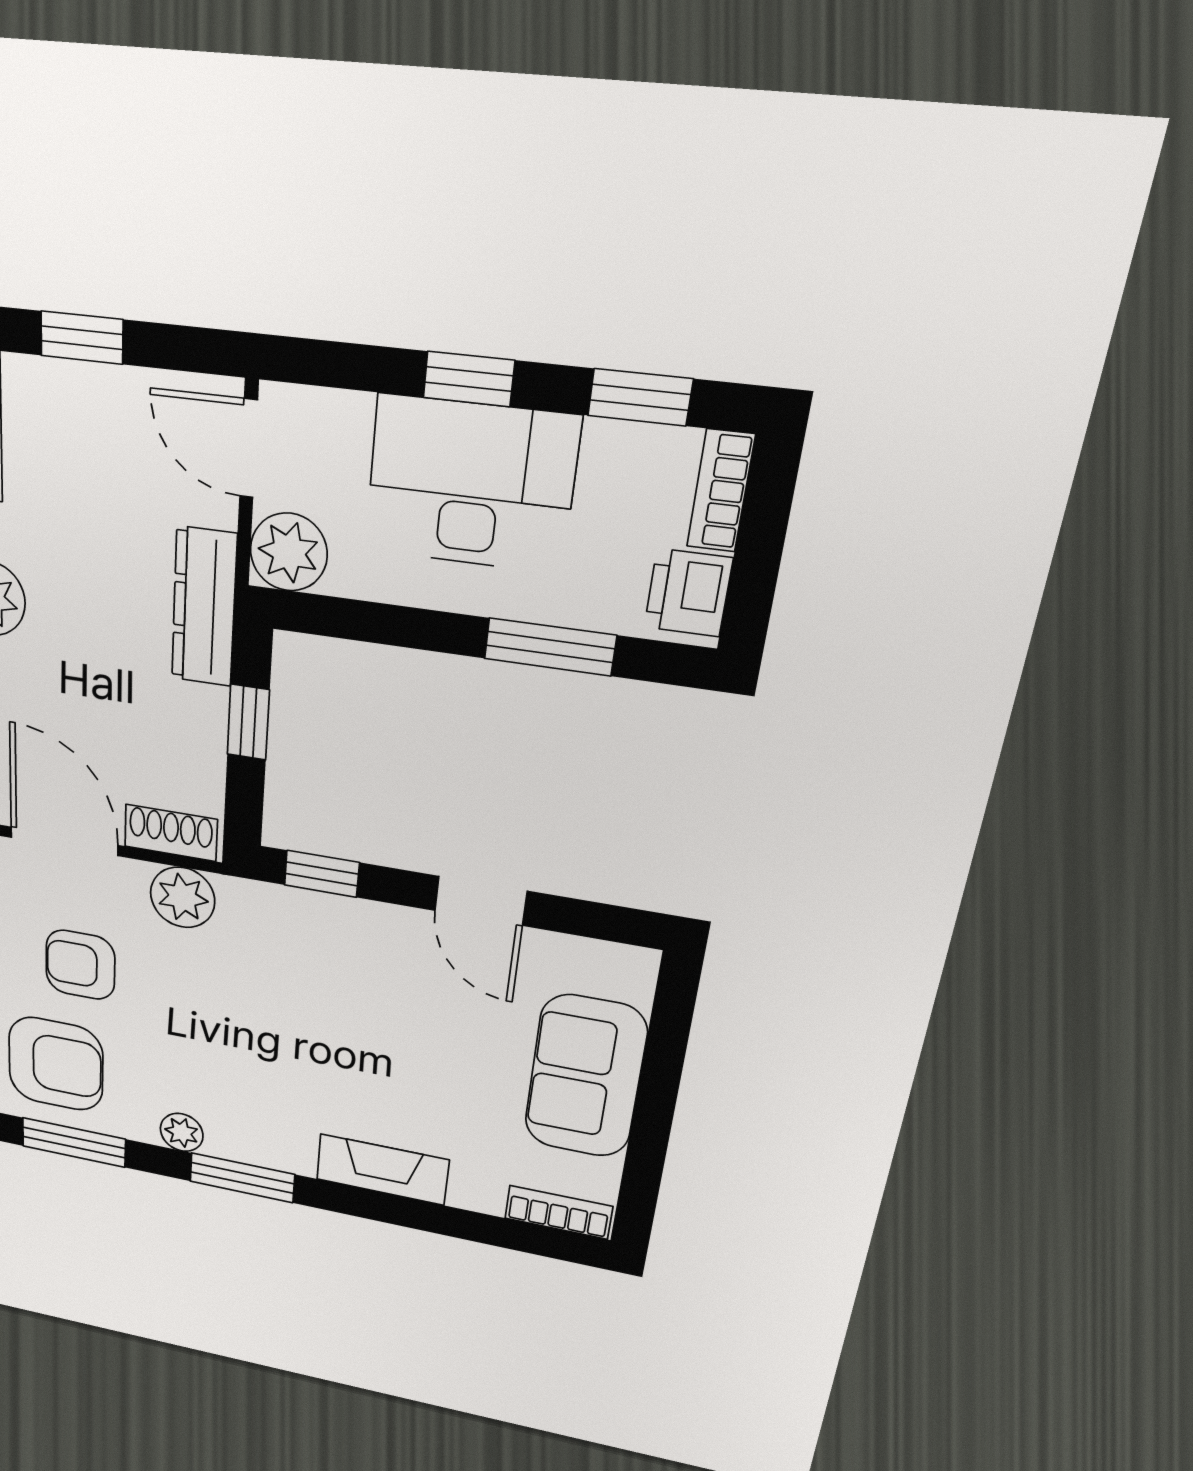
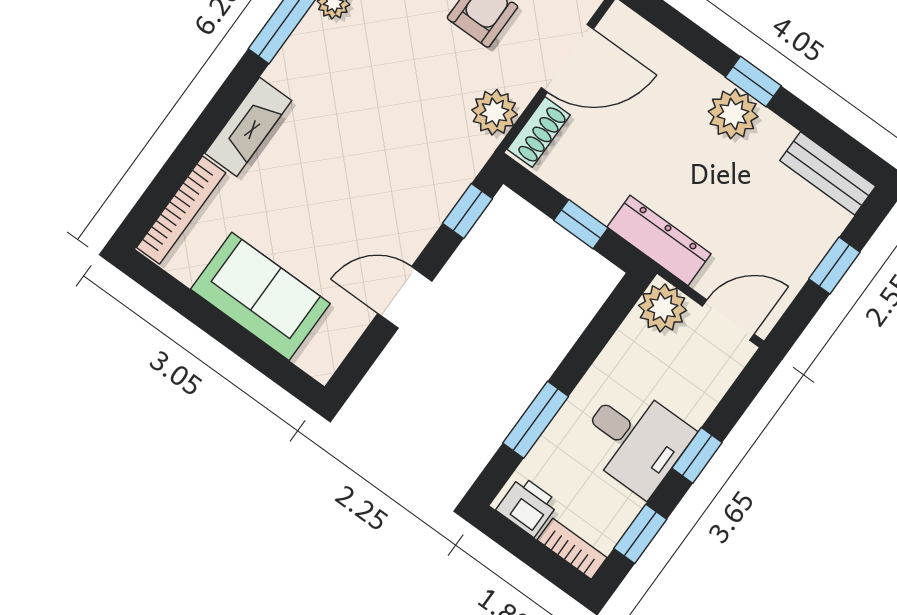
desk: (471, 484) -> (635, 440), width x0.73
bookcase: (559, 1212) -> (181, 210), width x1.56

